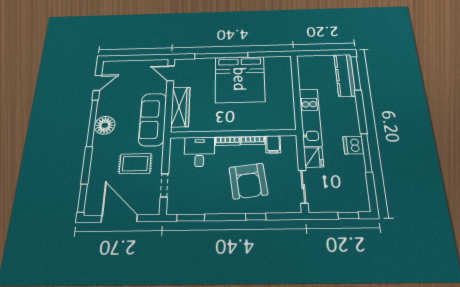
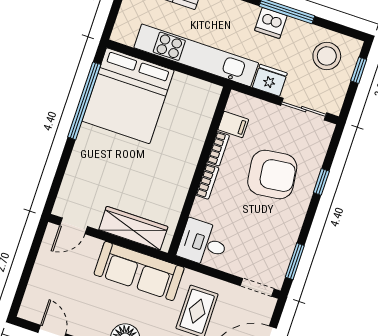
window: (221, 56) -> (84, 101), moved
bed: (240, 79) -> (128, 96), moved, turned 90
kitchen unit: (310, 117) -> (196, 55), width x1.36
desk: (199, 152) -> (203, 243), moved
doorway: (164, 185) -> (257, 287), moved
stool: (348, 190) -> (327, 56), added

